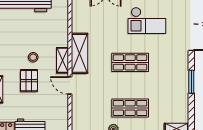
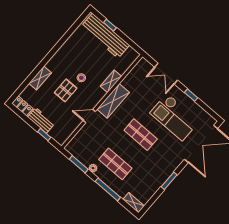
checkout: (147, 20) -> (174, 117), width x1.36, depth x1.21
shelving: (63, 60) -> (111, 81), moved
door: (70, 85) -> (89, 116), hinge flipped

